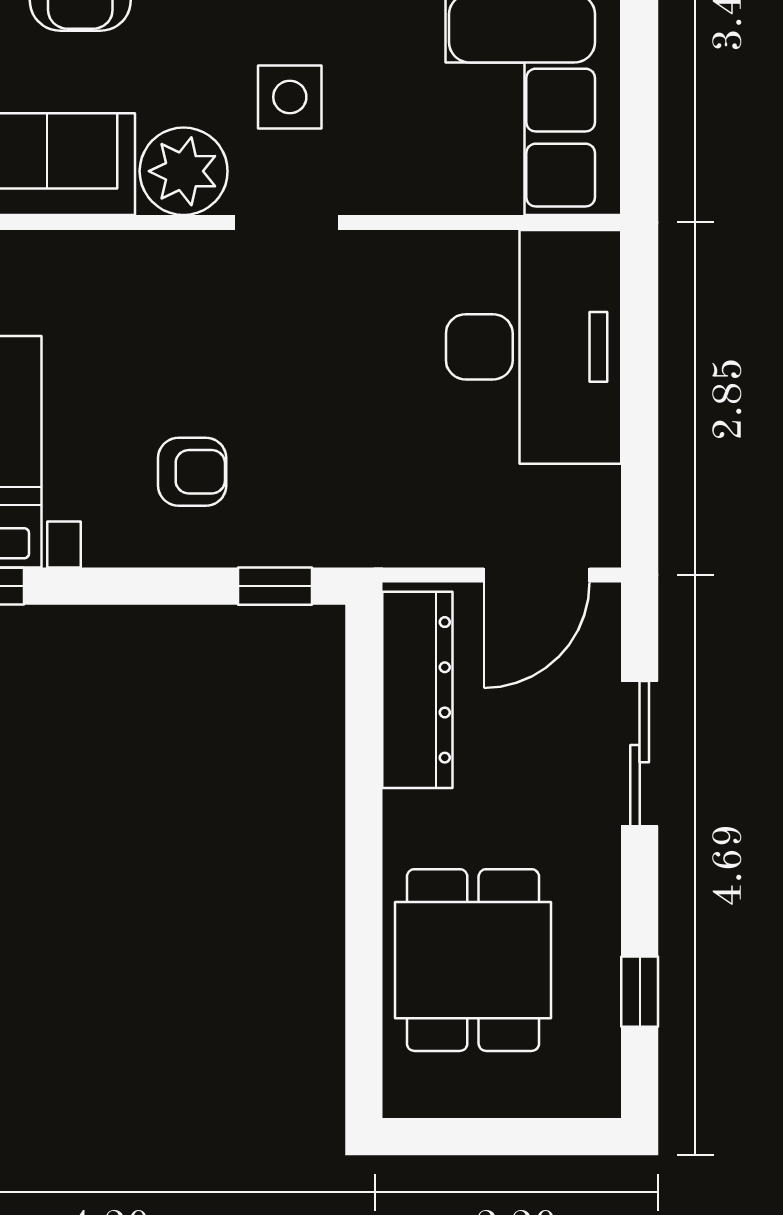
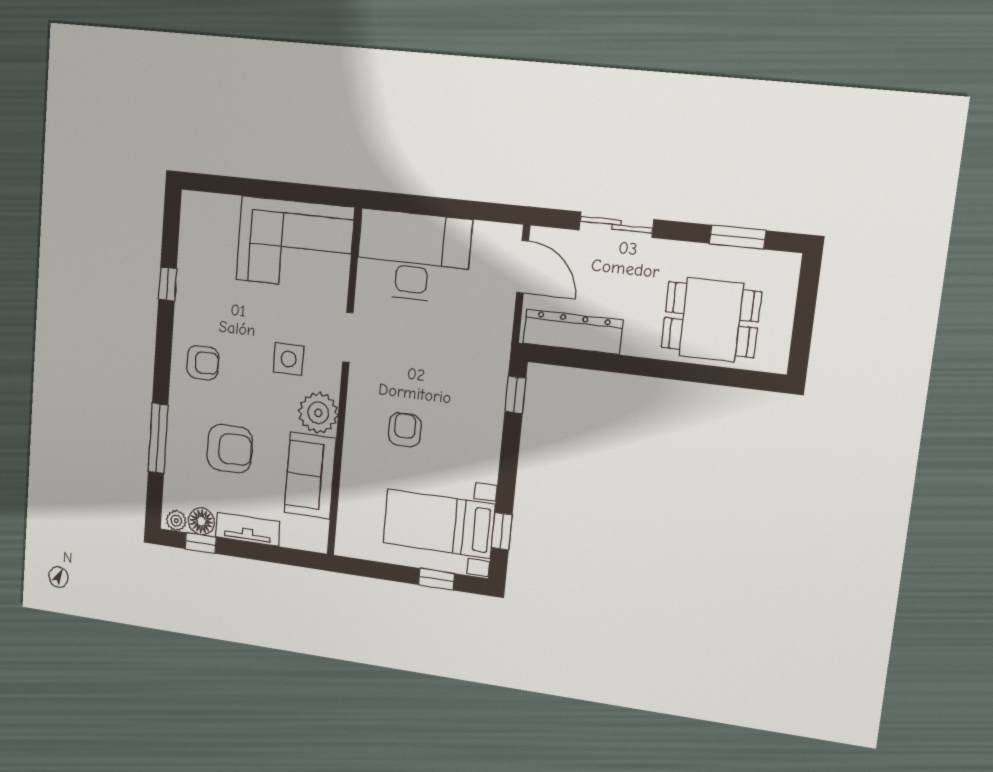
doorway: (287, 222) -> (348, 337), moved
armchair: (192, 472) -> (405, 430), moved
window: (640, 992) -> (738, 237), width x1.50

